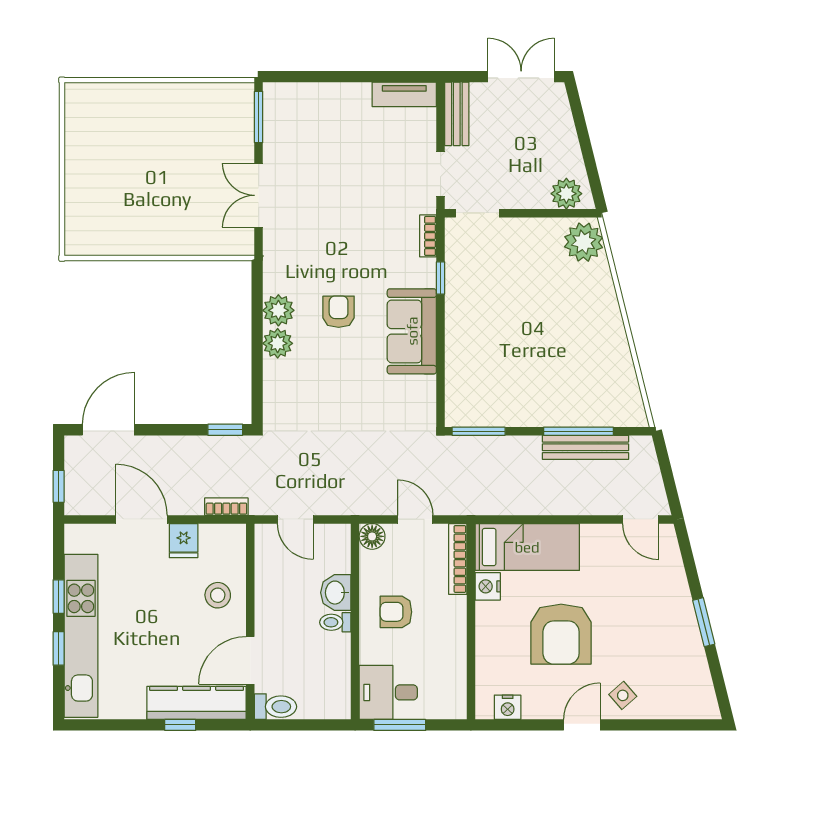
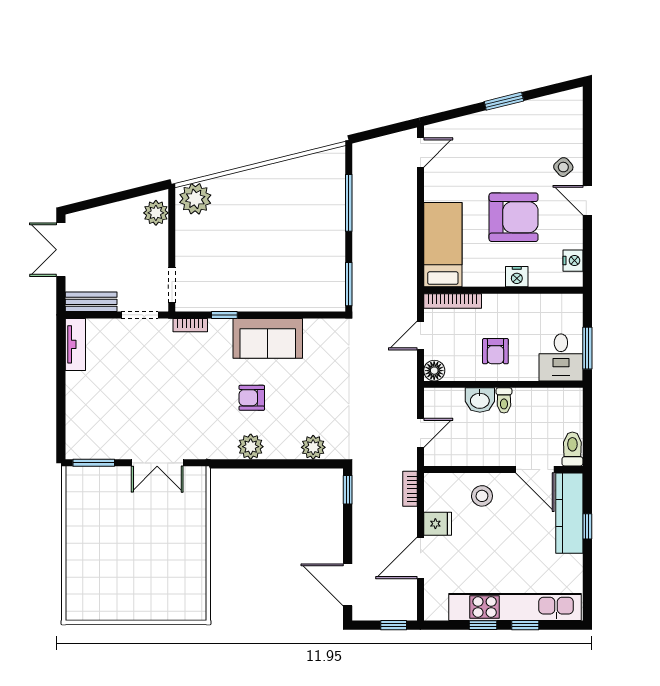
plant: (278, 343) -> (313, 447), moved
bench: (585, 447) -> (362, 197), removed
nightstand: (488, 586) -> (517, 277), moved

